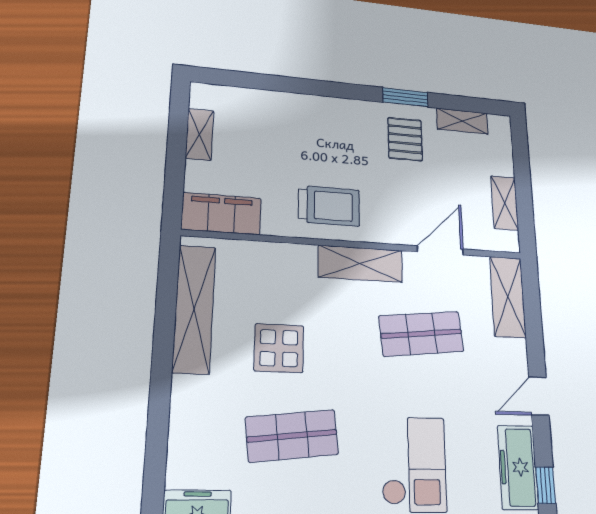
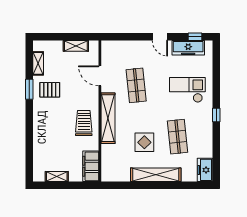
shelving: (360, 264) -> (108, 118), width x1.47
shelving: (508, 297) -> (119, 47), removed
shelving: (194, 309) -> (156, 175), moved

